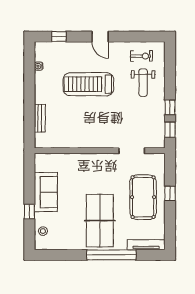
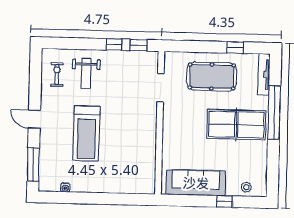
window: (59, 37) -> (33, 164), width x2.17
door: (100, 37) -> (34, 119), swing flipped
weight bench: (143, 83) -> (86, 73), turned 90
bench: (40, 118) -> (122, 188), removed
sofa: (46, 192) -> (196, 183), width x1.36
window: (170, 193) -> (235, 47), moved

